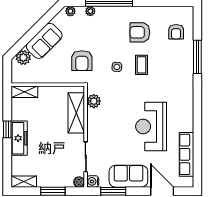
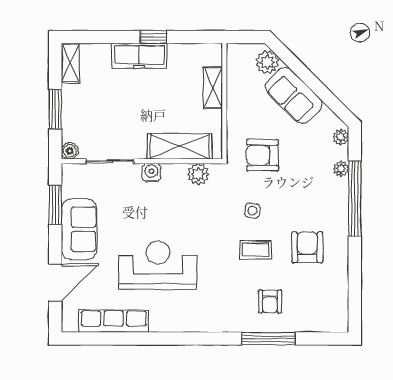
armchair: (176, 32) -> (270, 301), moved, turned -90
shelving: (24, 92) -> (213, 88), moved
water cooler: (93, 181) -> (151, 173), moved

